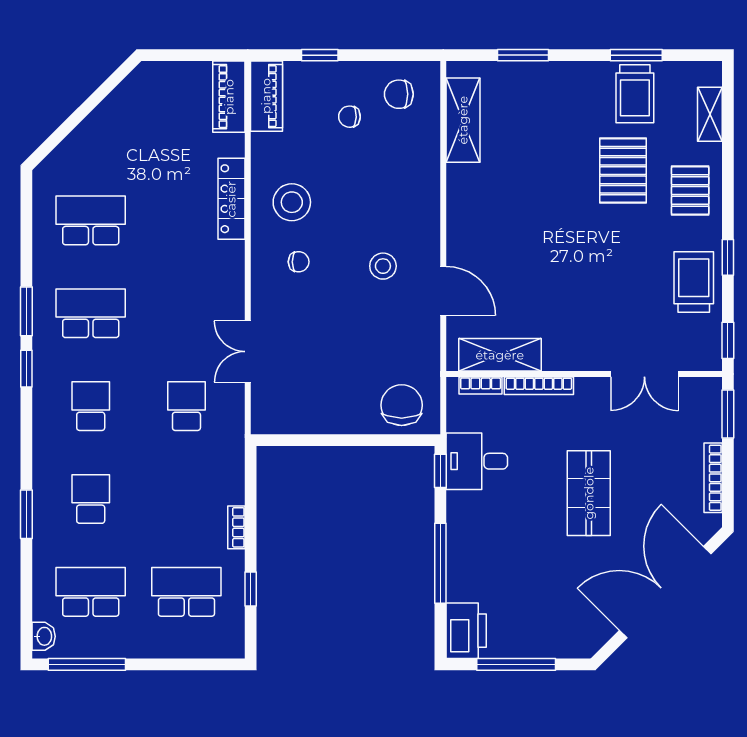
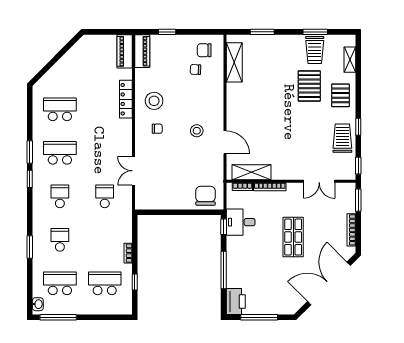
chair: (349, 117) -> (195, 70), moved

